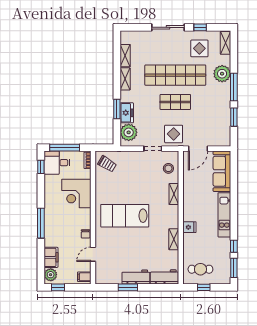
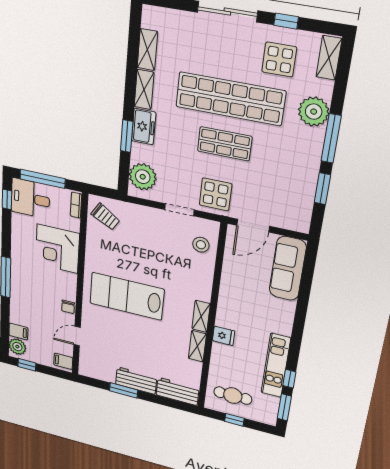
freezer: (127, 113) -> (144, 127), moved
shelving: (174, 194) -> (201, 316), moved
kitchen unit: (224, 215) -> (276, 365), moved
filing cabinet: (51, 257) -> (18, 331), width x0.50

